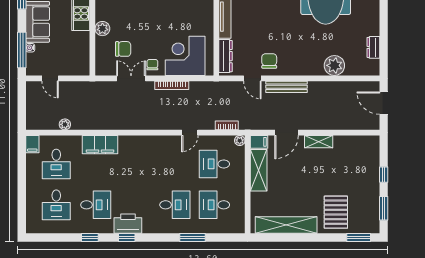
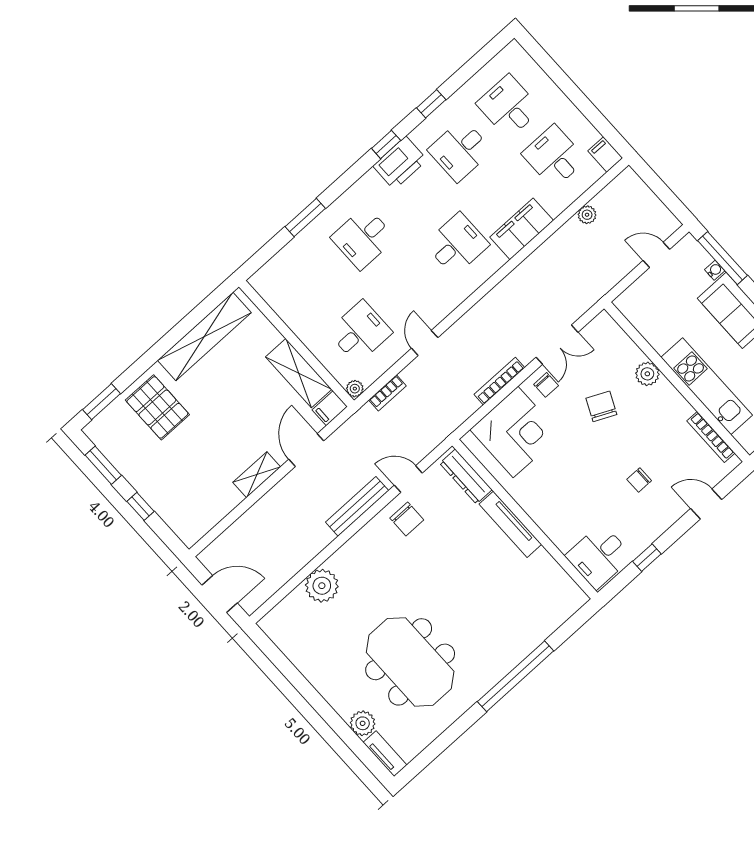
dresser: (373, 47) -> (294, 651), removed
chair: (123, 49) -> (601, 406), moved, turned 115
desk: (214, 205) -> (457, 244), moved

